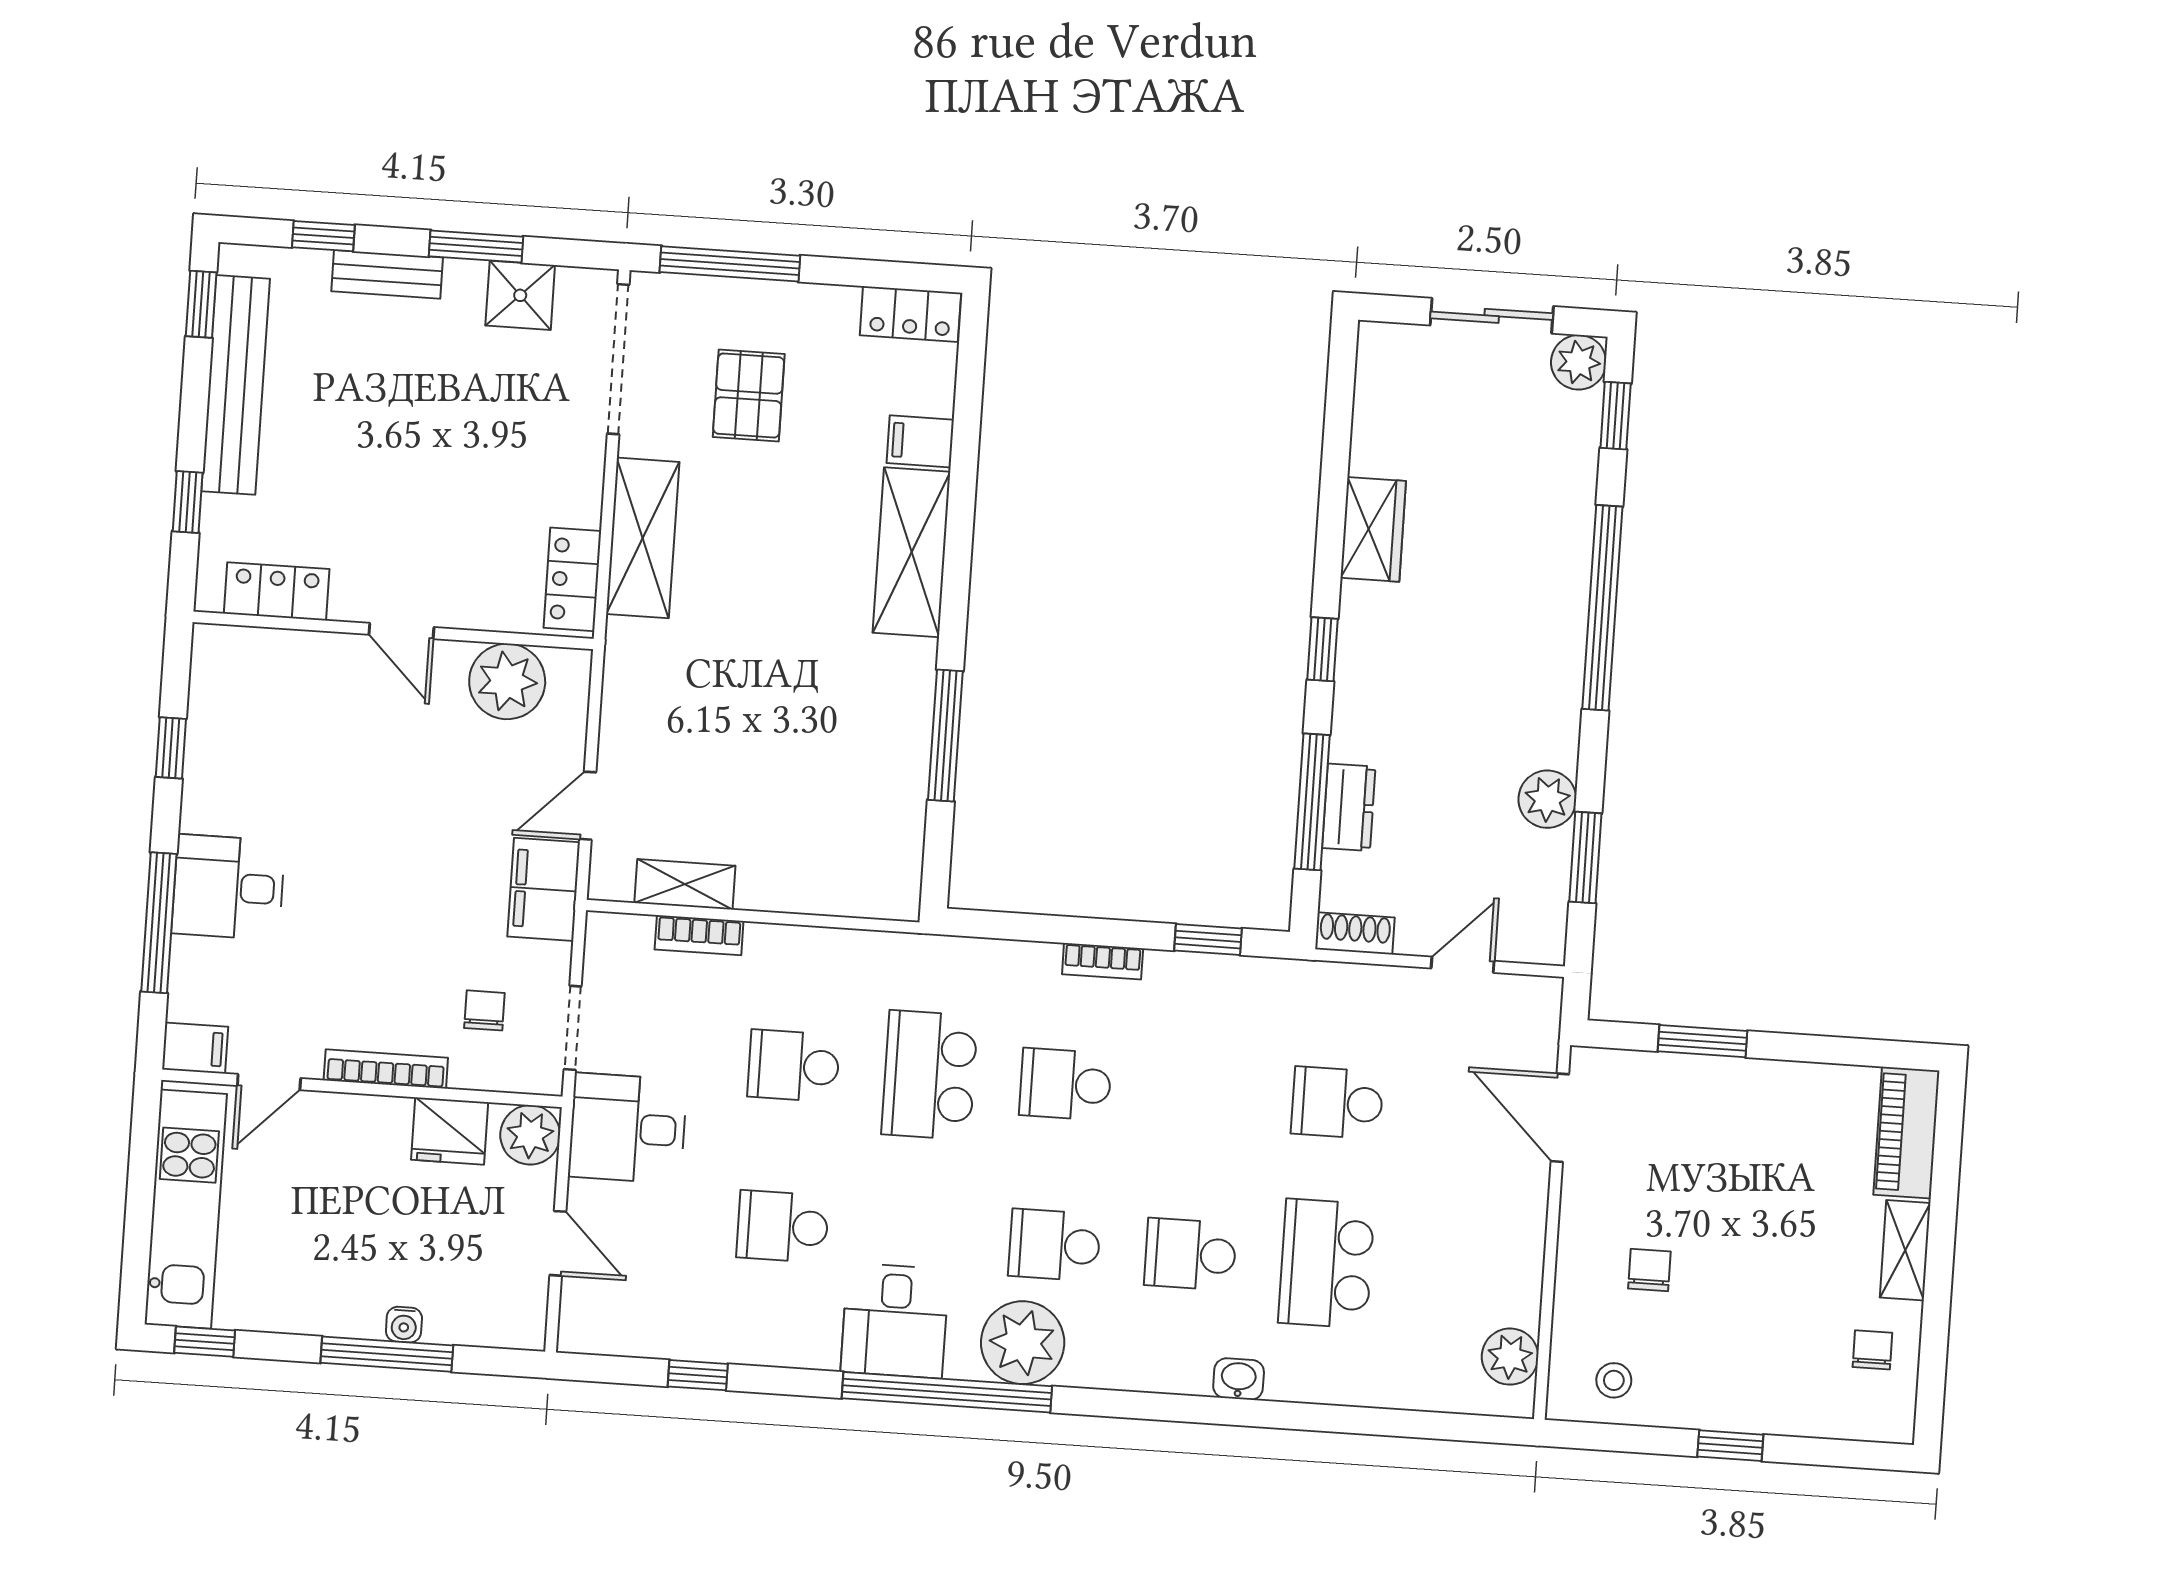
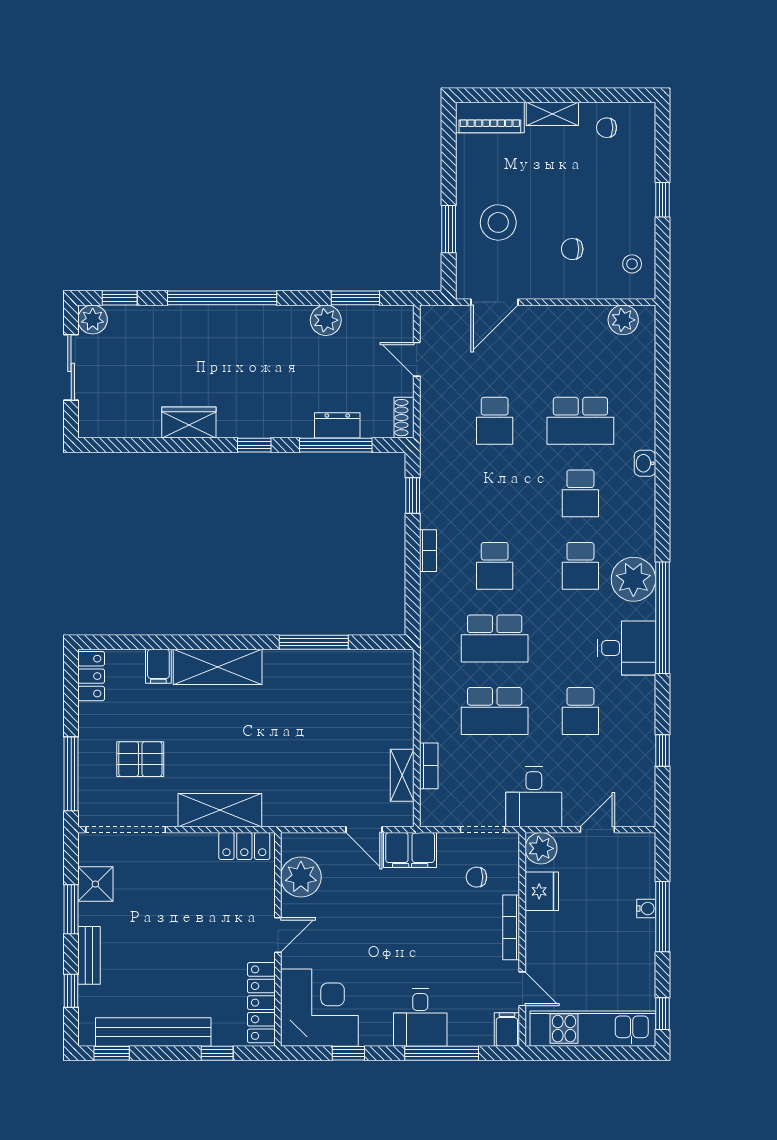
locker: (277, 591) -> (261, 1003), width x1.53
corner desk: (260, 699) -> (319, 1008), added
school desk: (794, 1066) -> (495, 711), width x1.85
stool: (1709, 1135) -> (498, 222), added

